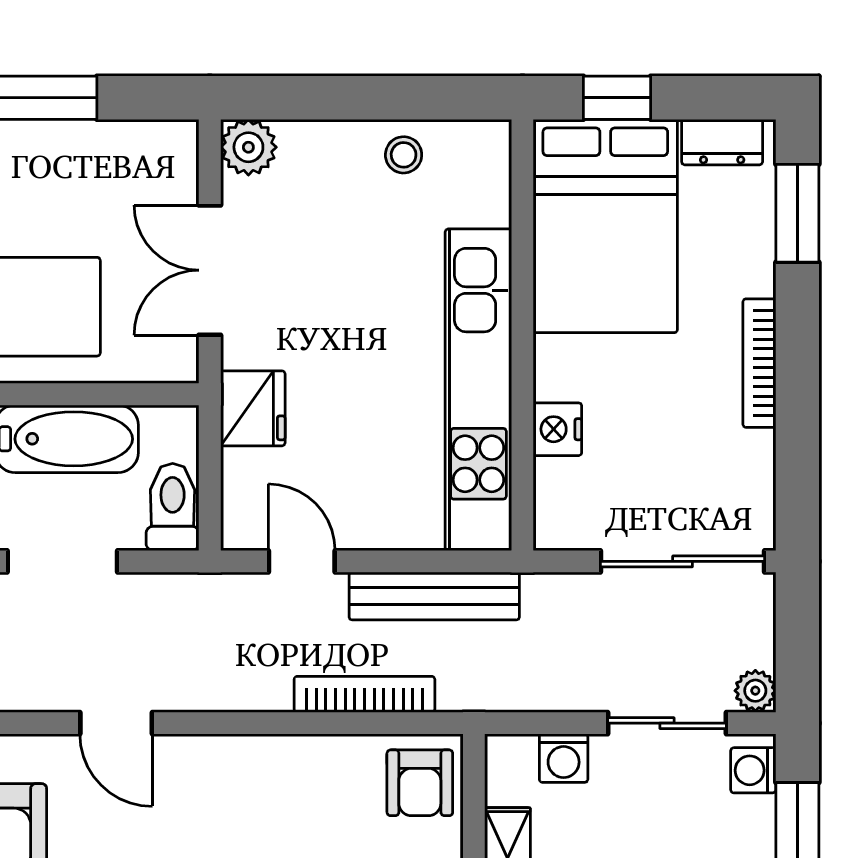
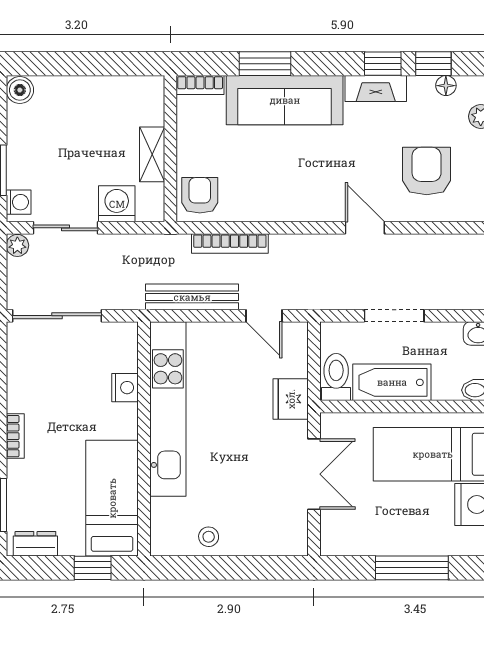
plant: (248, 147) -> (293, 541), removed
bed: (605, 226) -> (112, 498), width x0.67
bookcase: (759, 363) -> (15, 436), width x0.64
toilet: (173, 507) -> (336, 377), moved, turned 180
washing machine: (564, 758) -> (117, 204), width x1.38, depth x1.38

